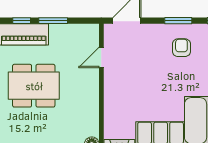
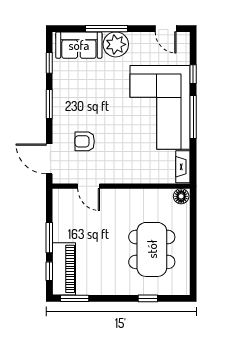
armchair: (181, 48) -> (85, 141), moved
dining table: (34, 86) -> (152, 249), moved

